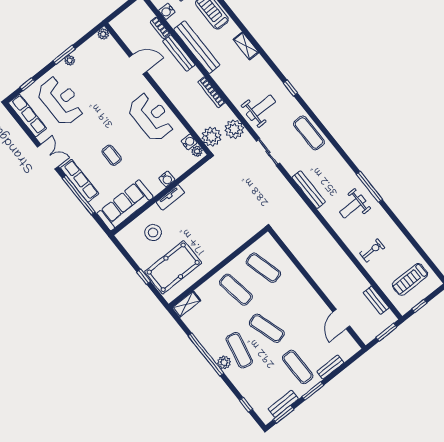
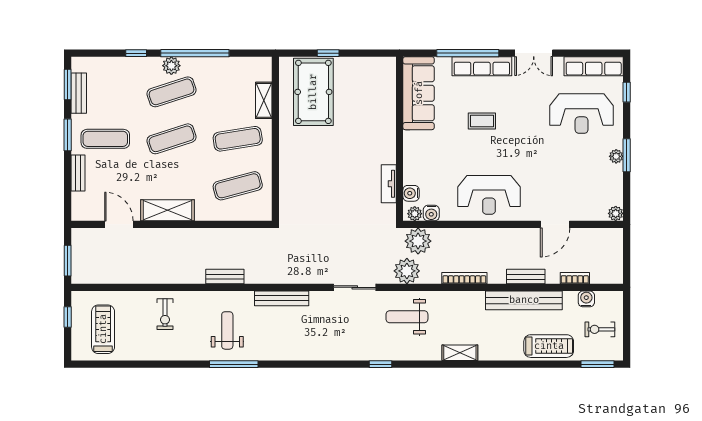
shelving: (246, 46) -> (460, 353), moved
bench: (179, 53) -> (526, 277), width x0.73
window: (290, 88) -> (381, 364), moved
weight bench: (261, 108) -> (407, 317), turned 90
exercise mat: (309, 133) -> (341, 346), removed
water cooler: (167, 179) -> (411, 193), moved
tv unit: (170, 197) -> (389, 184), moved
stool: (153, 233) -> (366, 100), removed
shelving: (310, 297) -> (167, 210), added
bench: (376, 300) -> (225, 277), moved
shelving: (186, 304) -> (264, 100), moved
exercise mat: (239, 350) -> (171, 92), turned -30
window: (246, 405) -> (136, 53), moved

